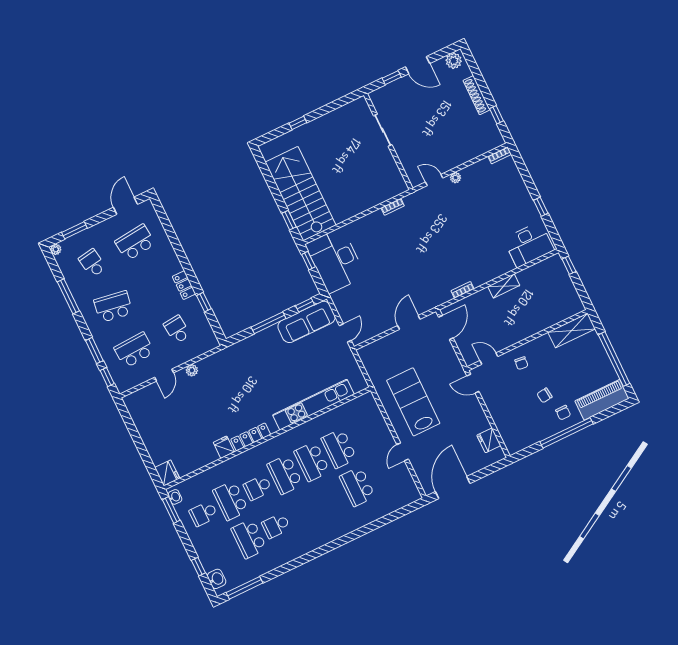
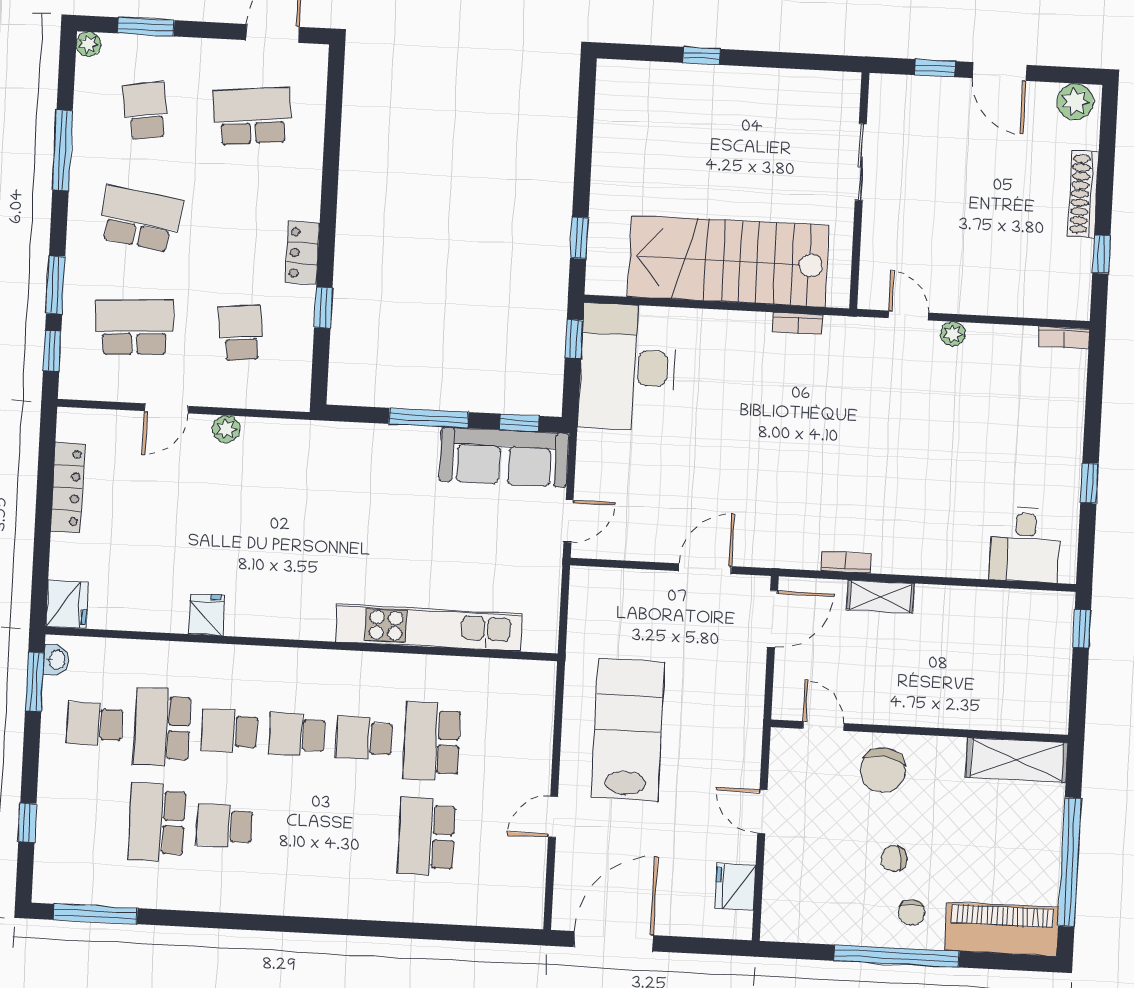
stairs: (300, 194) -> (728, 261), moved, turned -90
desk: (529, 245) -> (1025, 545), width x0.73
shelving: (504, 286) -> (880, 597), moved
chair: (521, 363) -> (883, 770), width x1.87, depth x1.87
door: (473, 384) -> (762, 812), moved
locker: (251, 437) -> (68, 488), moved, turned 90
school desk: (312, 462) -> (364, 738), width x0.54
school desk: (285, 475) -> (297, 735), width x0.54
washbasin: (217, 579) -> (50, 866), removed

